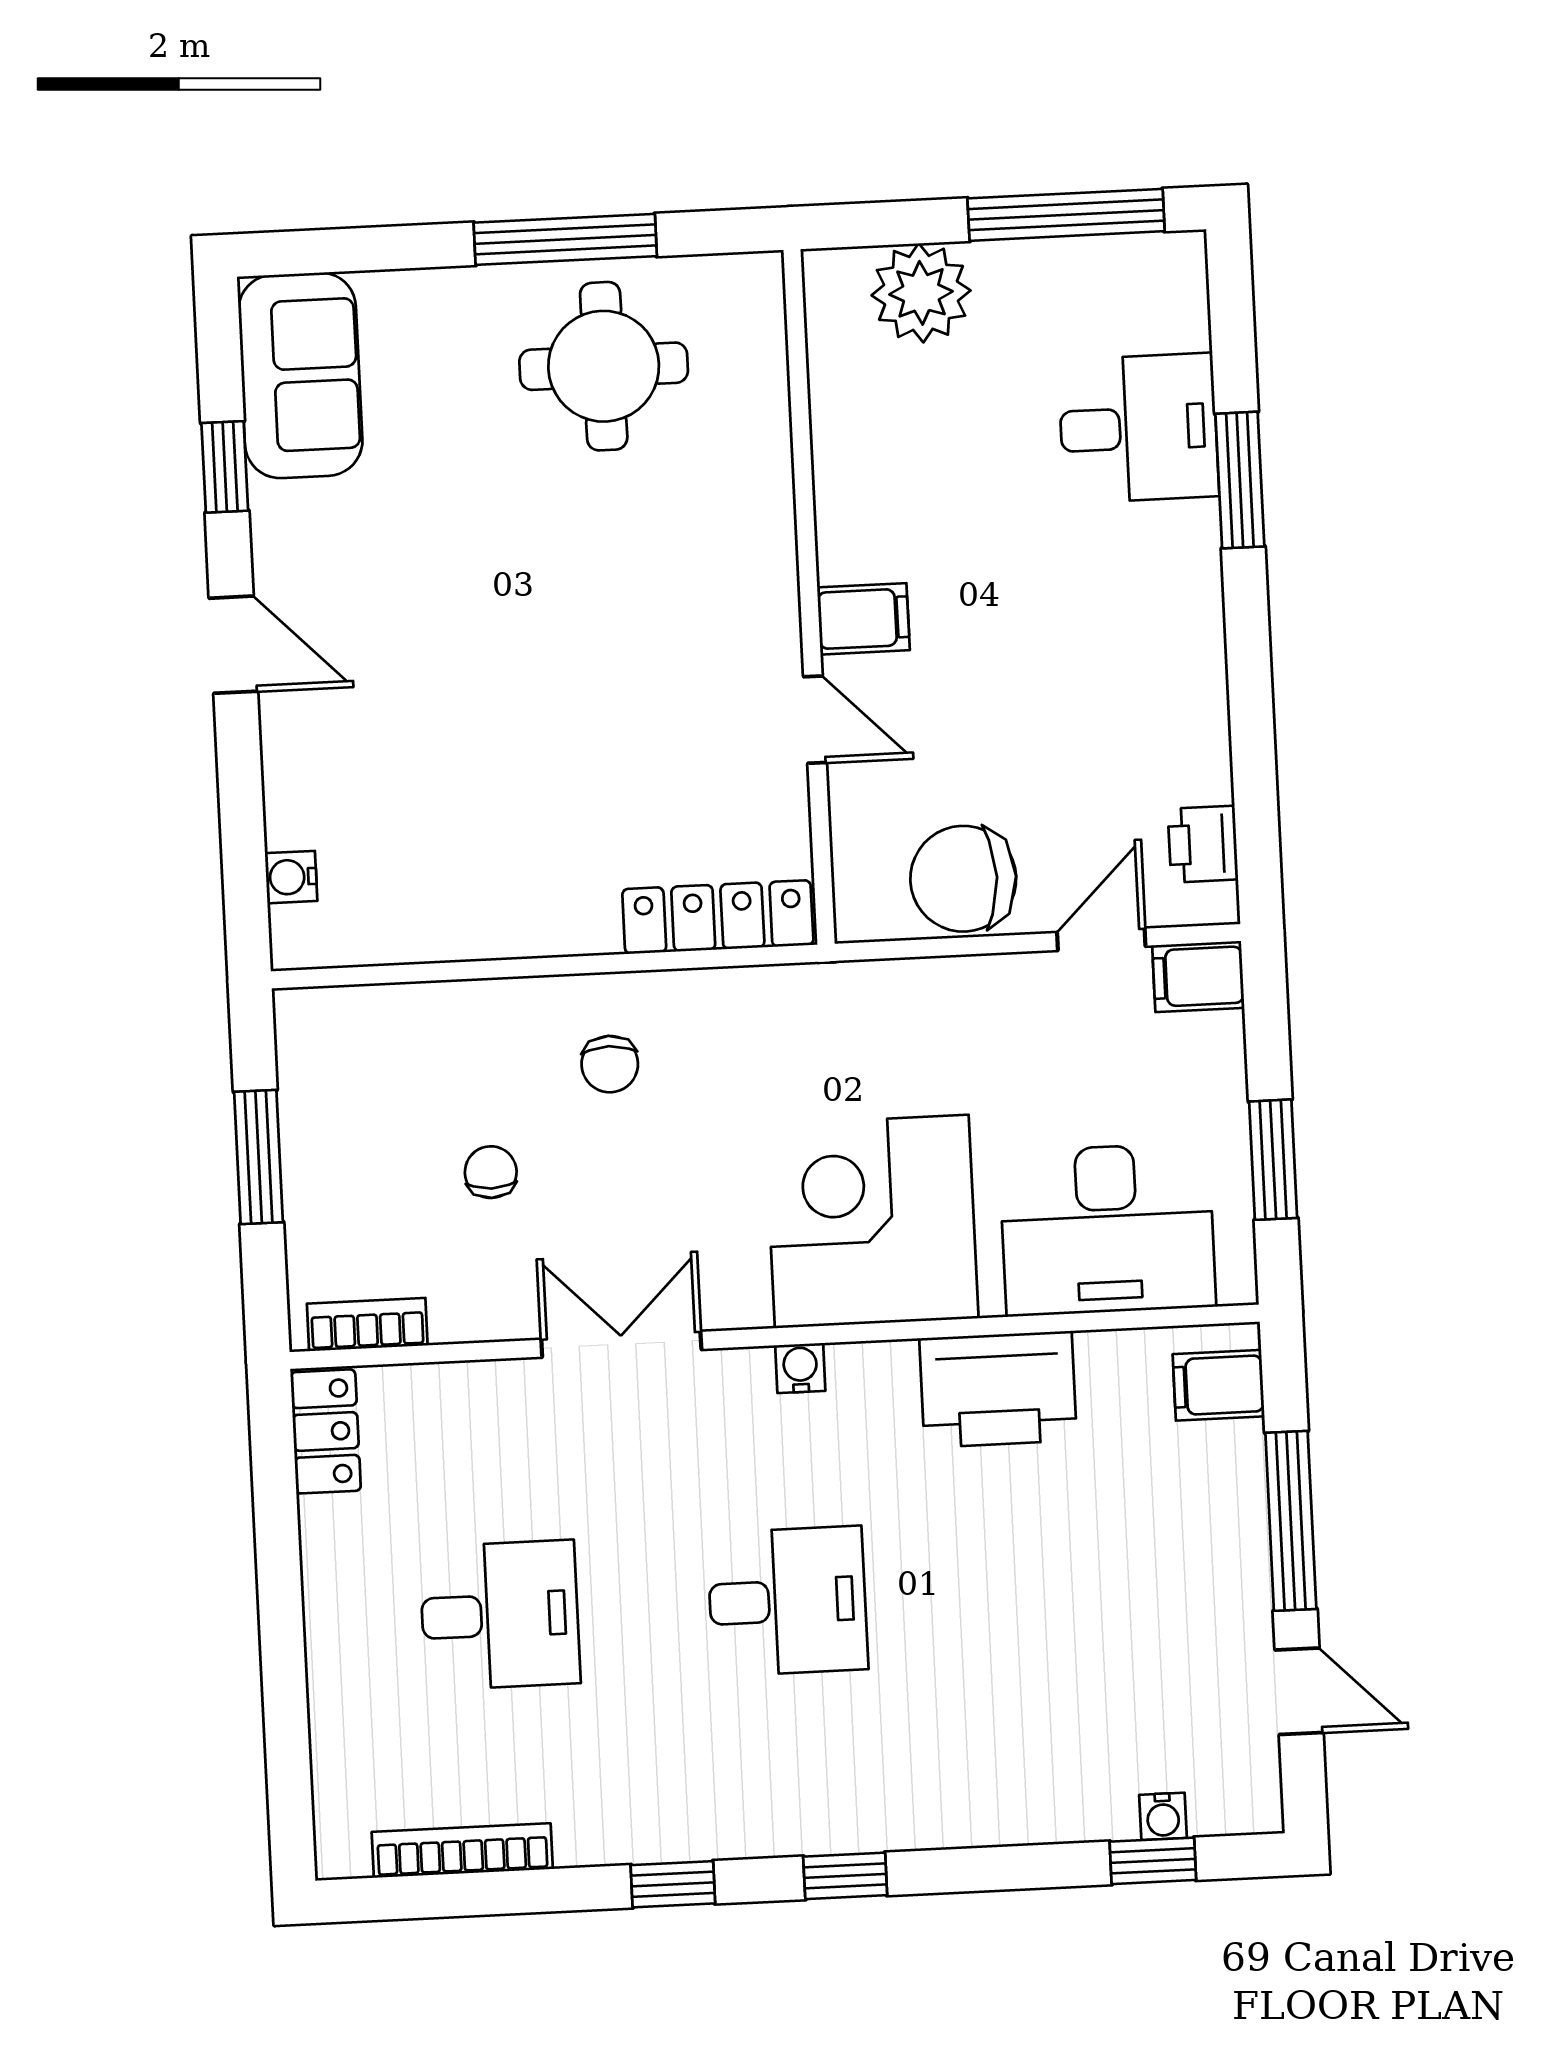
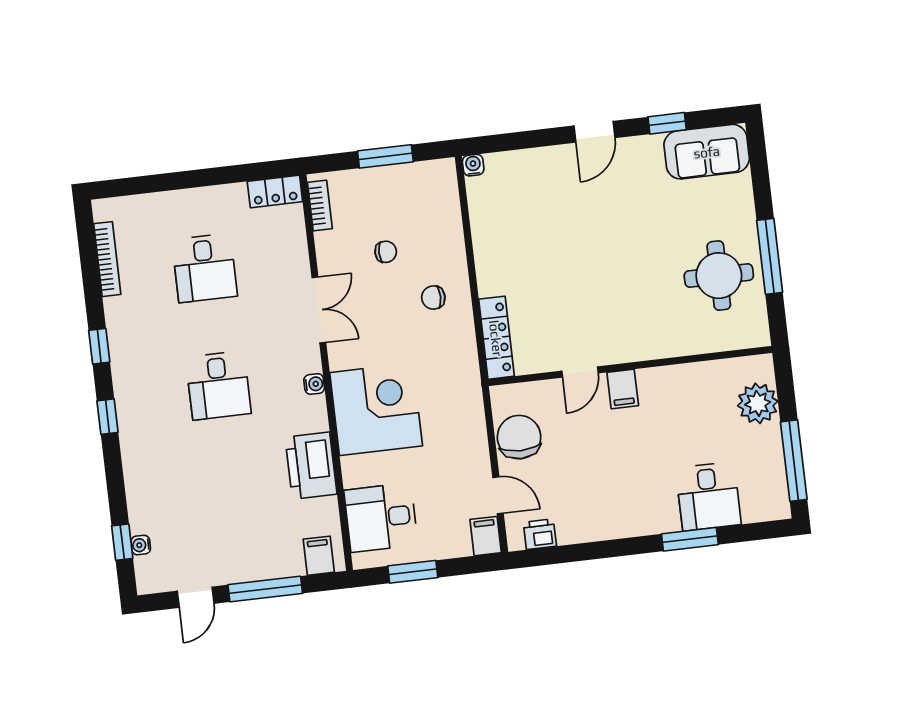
water cooler: (291, 877) -> (473, 165), moved
desk: (1108, 1229) -> (381, 518), width x0.73

